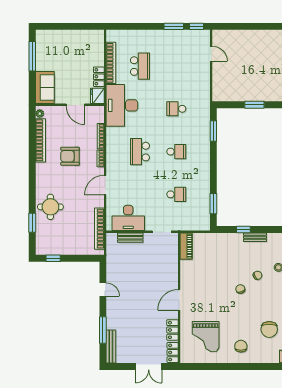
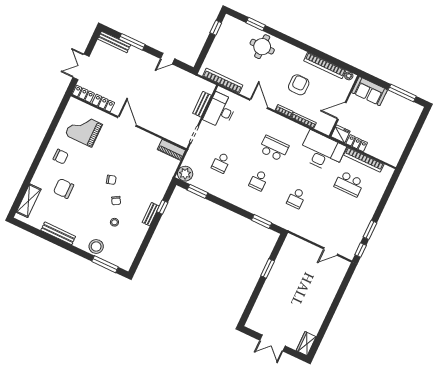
school desk: (176, 109) -> (296, 198), turned 180
plant: (202, 223) -> (185, 174), added

